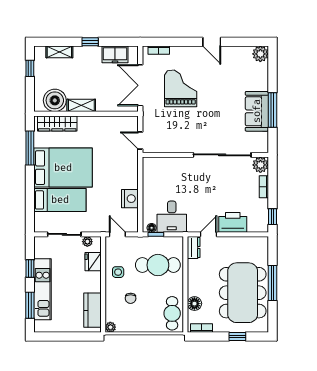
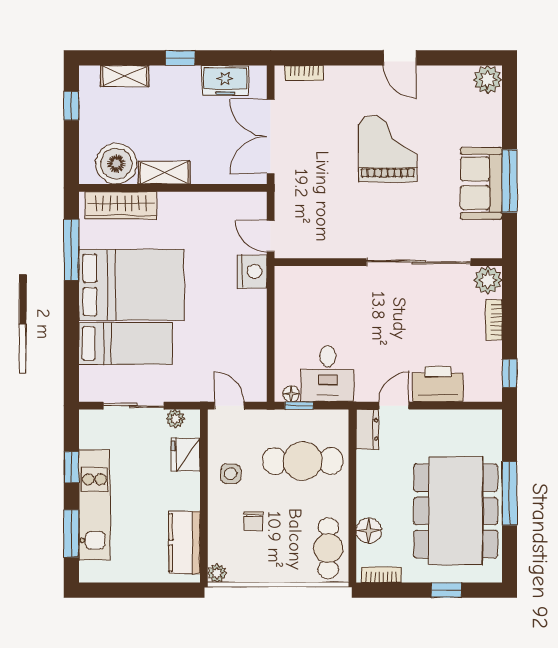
grand piano: (181, 88) -> (388, 149), moved
nightstand: (130, 199) -> (252, 272), moved

